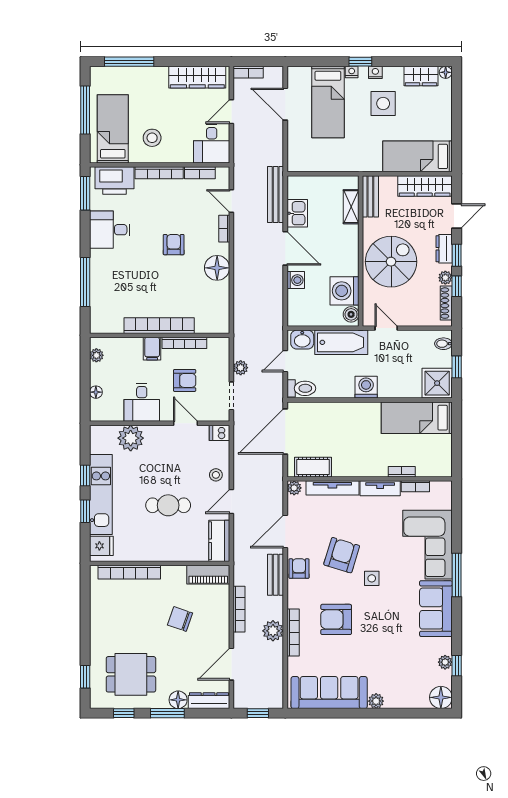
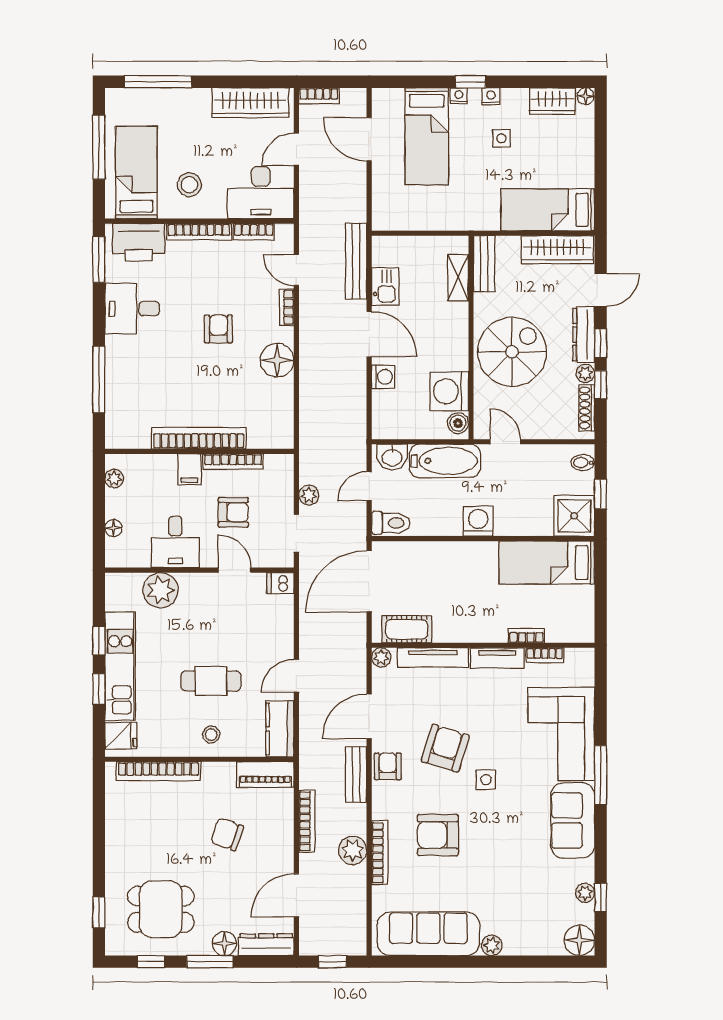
side table: (383, 104) -> (501, 138), width x0.54, depth x0.54
desk: (212, 144) -> (261, 193), width x1.37
dresser: (444, 249) -> (584, 334), width x1.44
stool: (216, 475) -> (211, 735), moved

